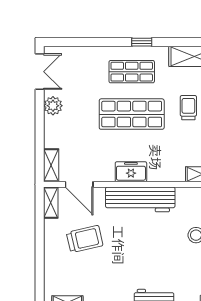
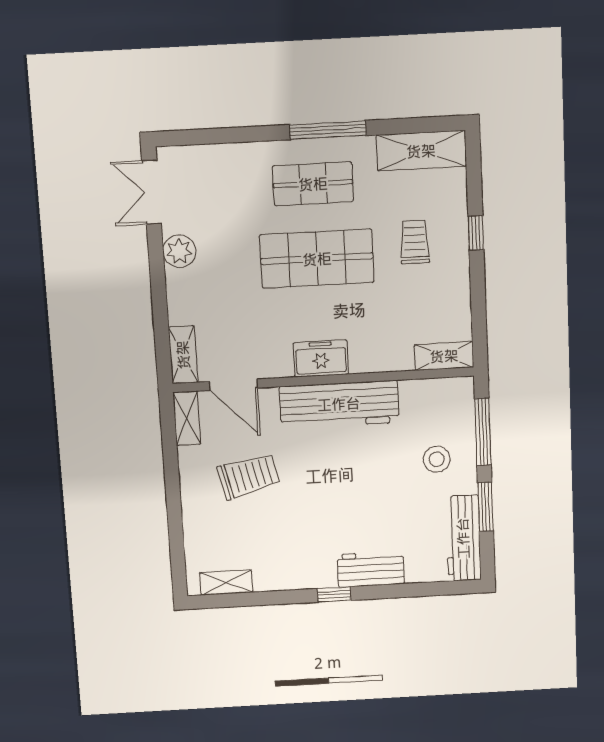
window: (142, 42) -> (328, 130), width x2.17
double door: (40, 72) -> (152, 192), swing flipped

